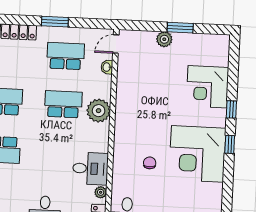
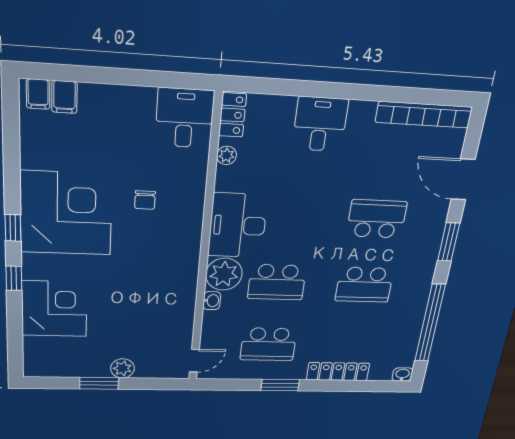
washbasin: (107, 67) -> (212, 301), moved
desk: (90, 169) -> (238, 225), moved, width x1.37

